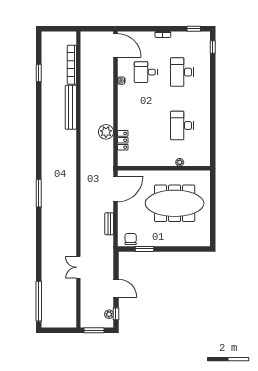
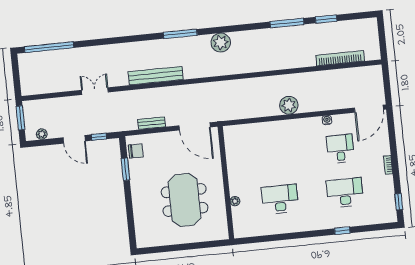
window: (213, 47) -> (342, 231), moved
window: (39, 105) -> (287, 23), added
bench: (71, 107) -> (156, 76), moved
plant: (106, 132) -> (289, 105), moved
locker: (123, 140) -> (255, 129), removed
plant: (49, 161) -> (221, 43), added
meeting table: (175, 203) -> (185, 200), width x0.73
door: (116, 288) -> (74, 139), hinge flipped
window: (116, 314) -> (99, 137), moved

